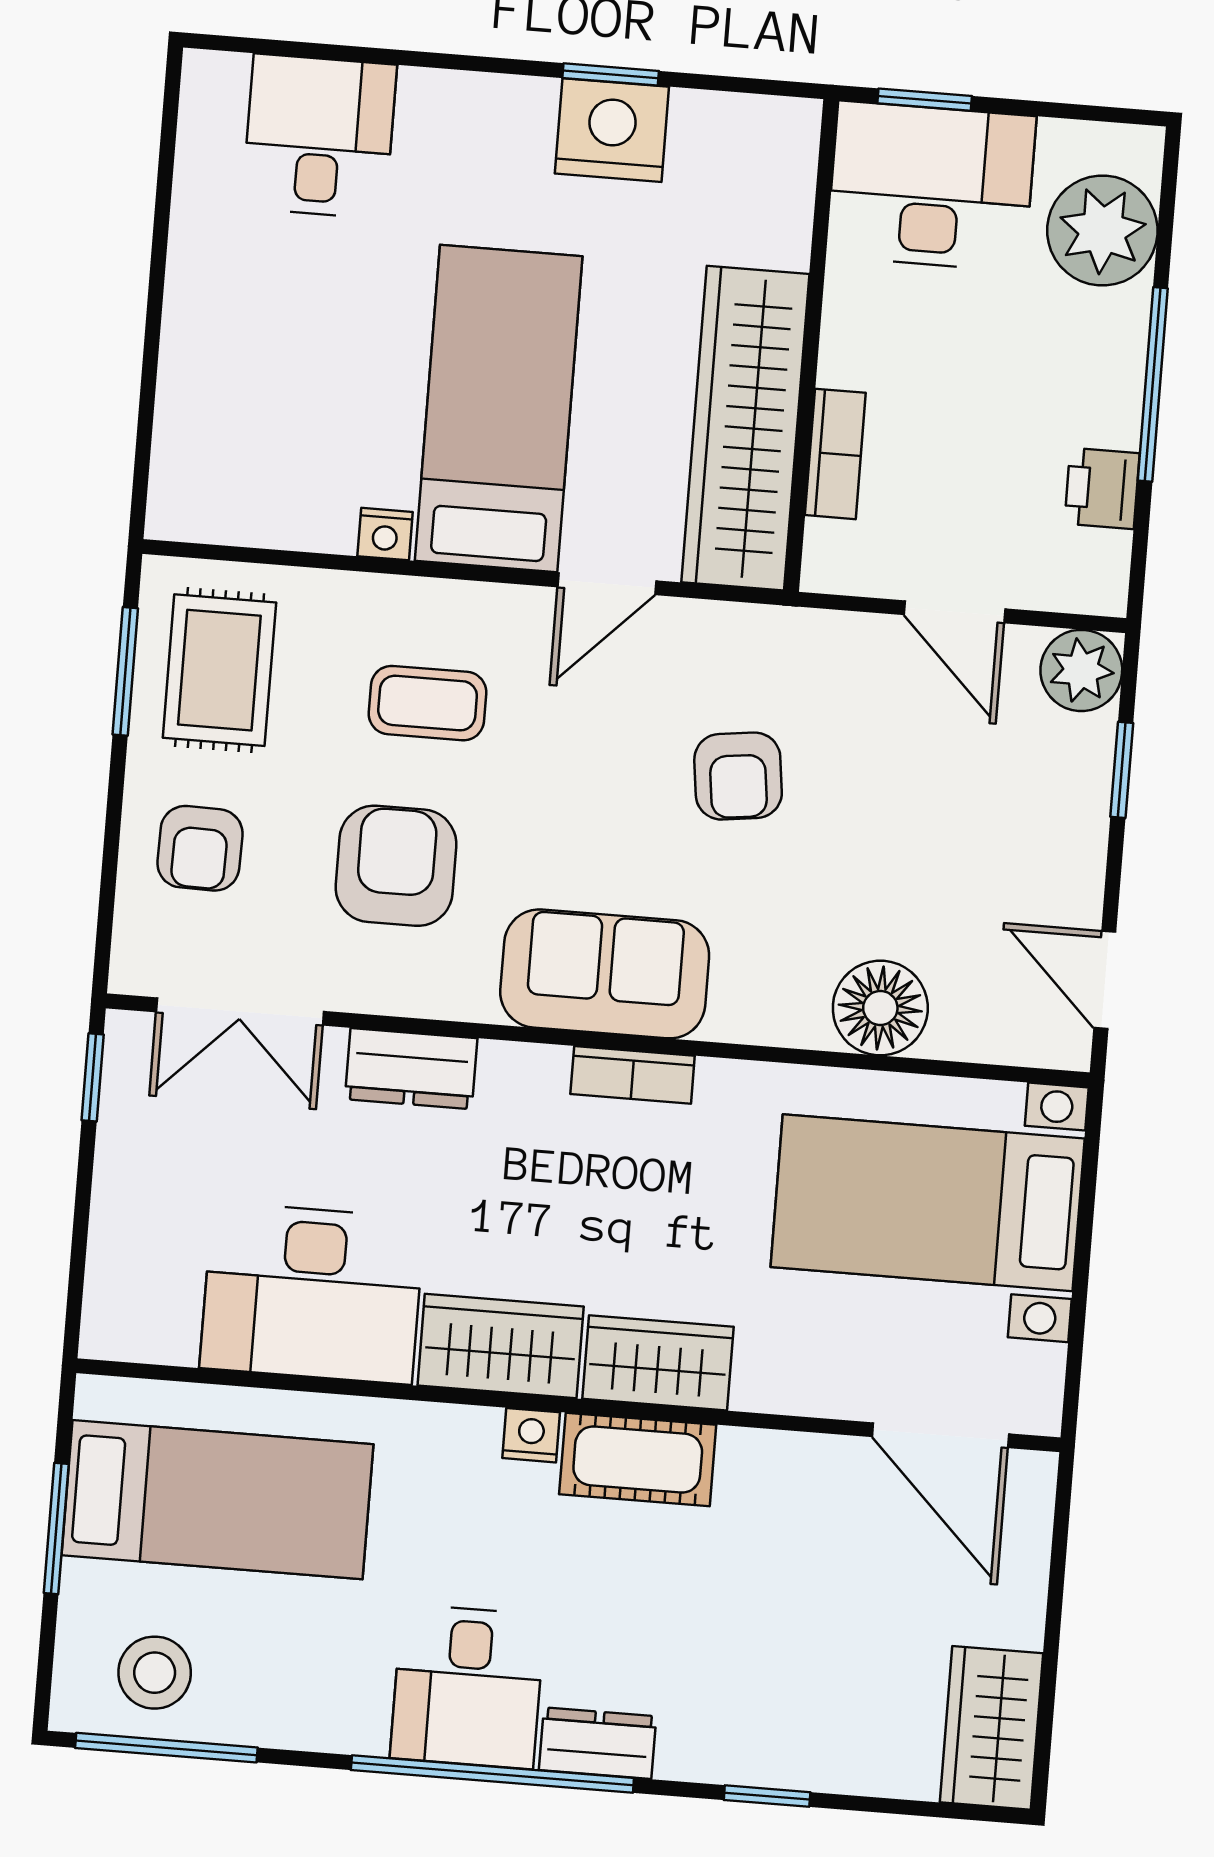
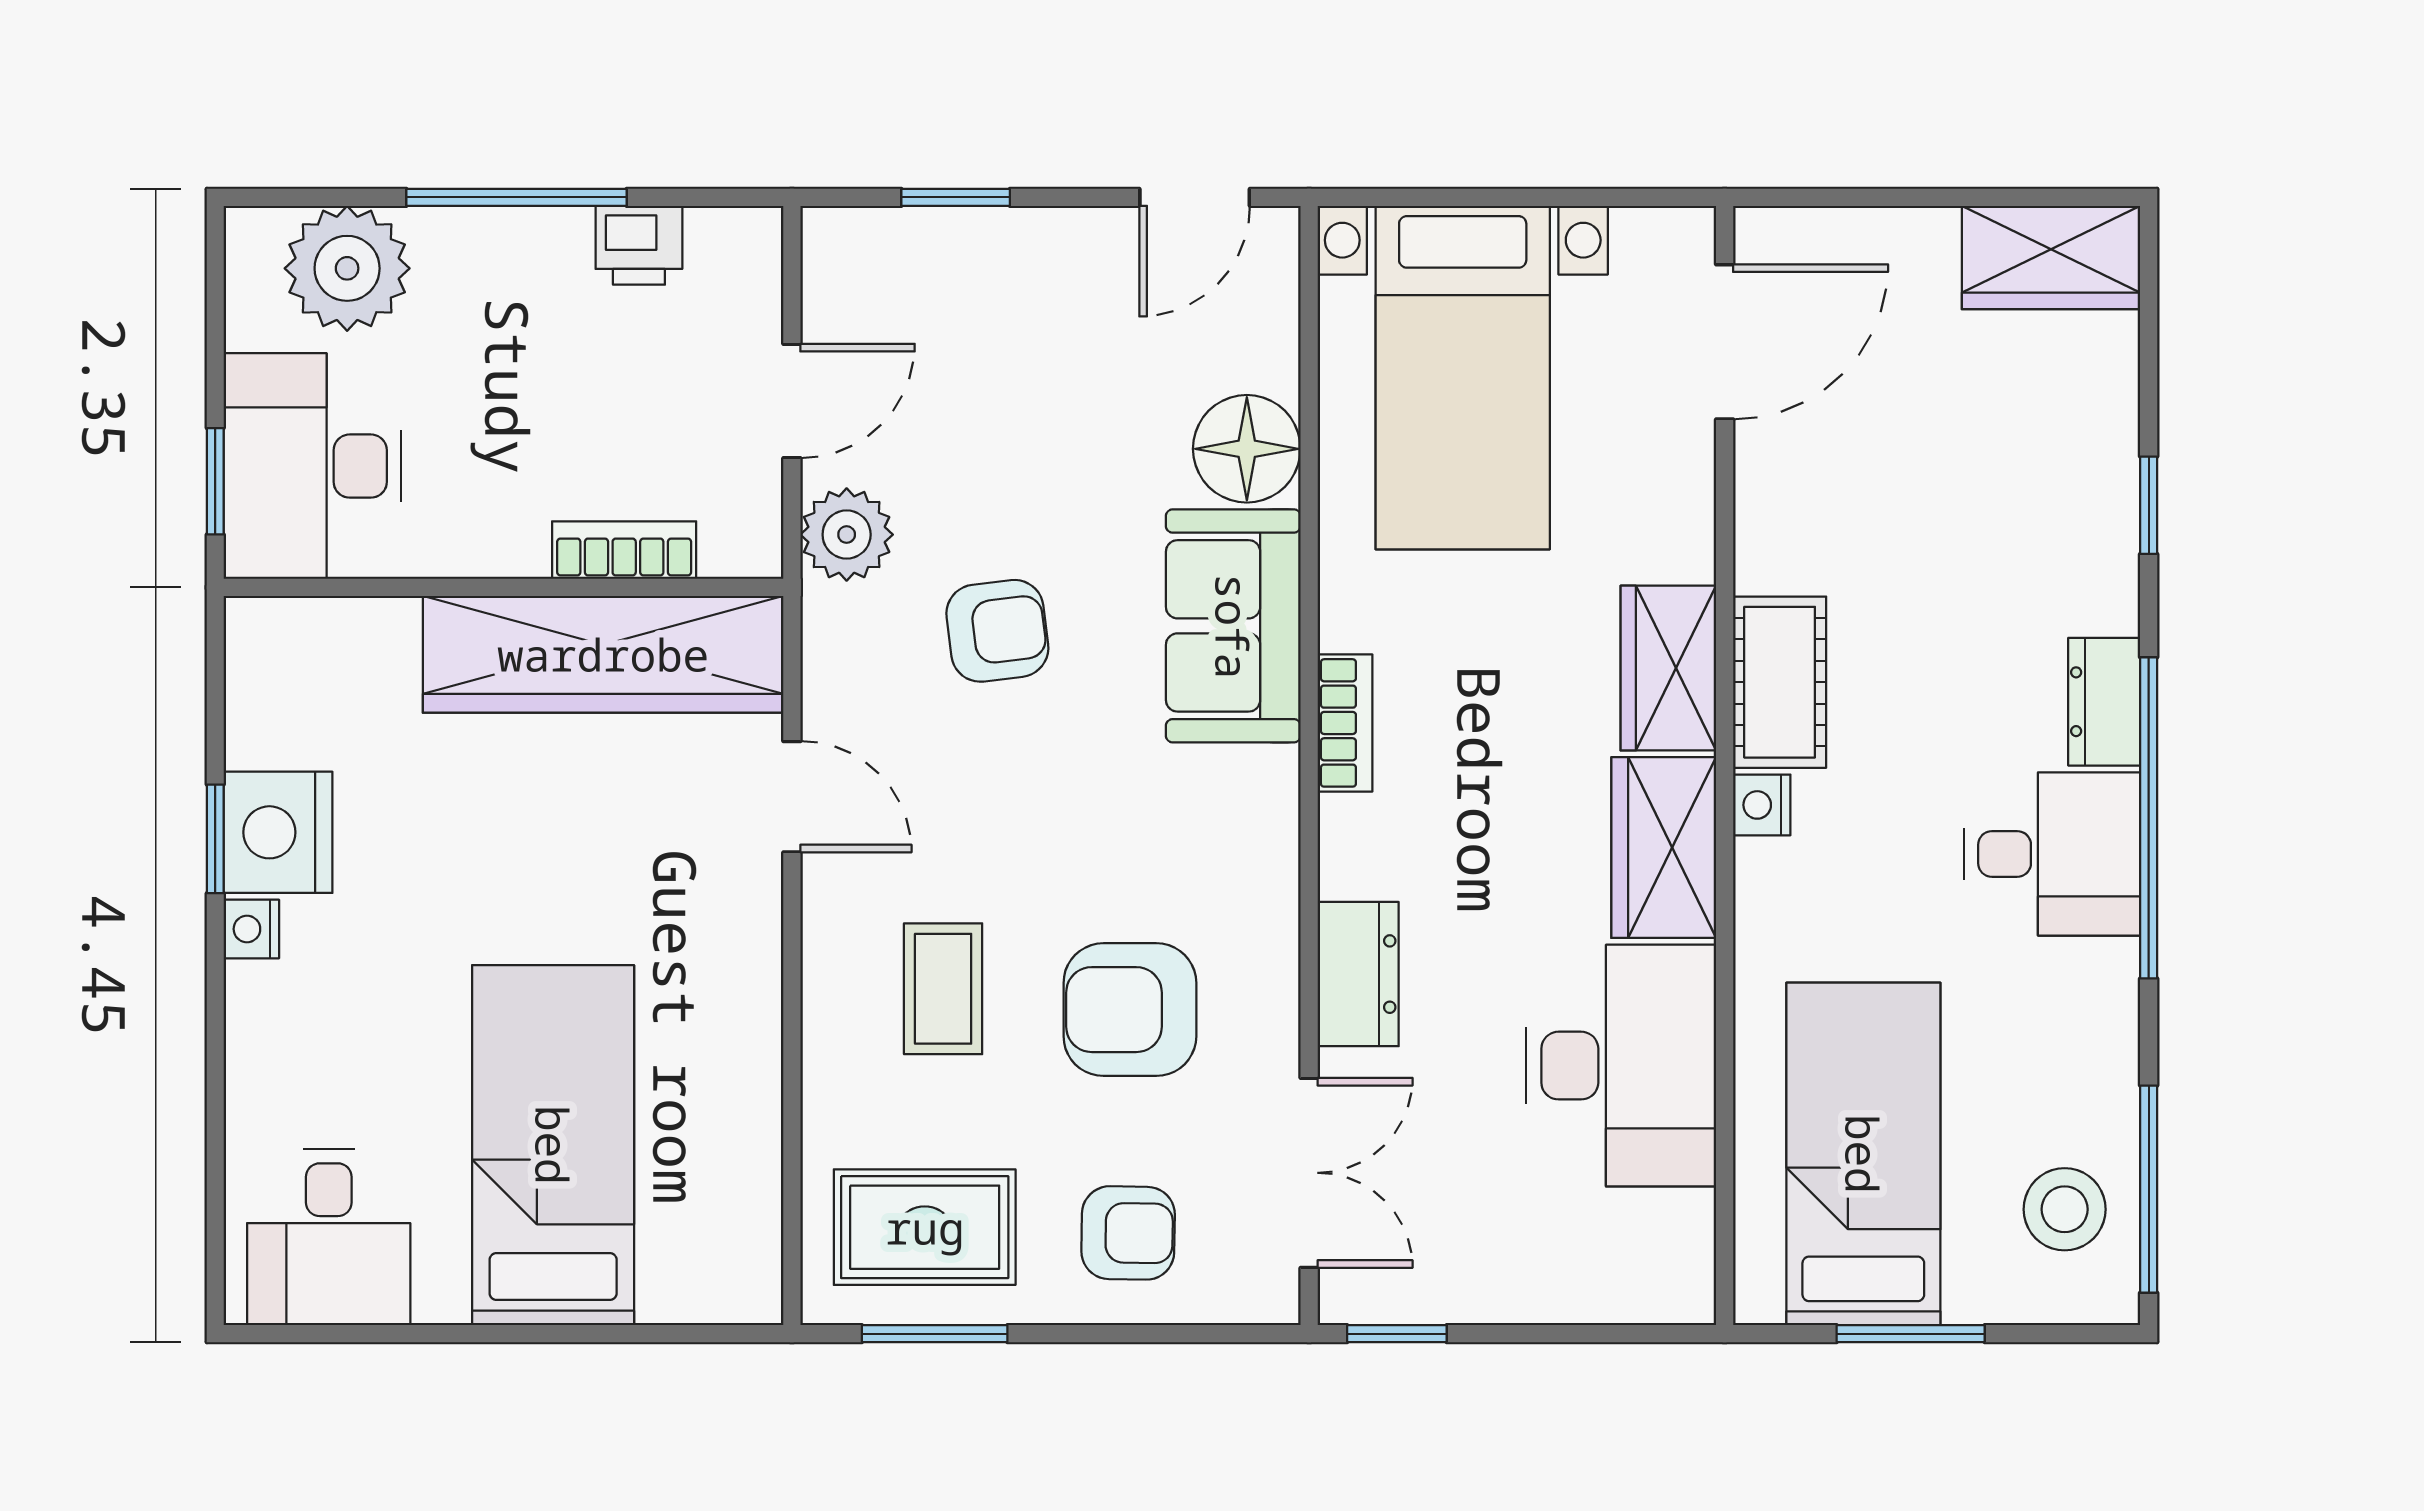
desk: (319, 136) -> (329, 1237), moved, turned -90
bed: (499, 409) -> (553, 1145), moved, turned 90
nightstand: (385, 534) -> (251, 929), moved, turned 180
plant: (1081, 670) -> (847, 535), moved
sofa: (605, 974) -> (1233, 626), moved

